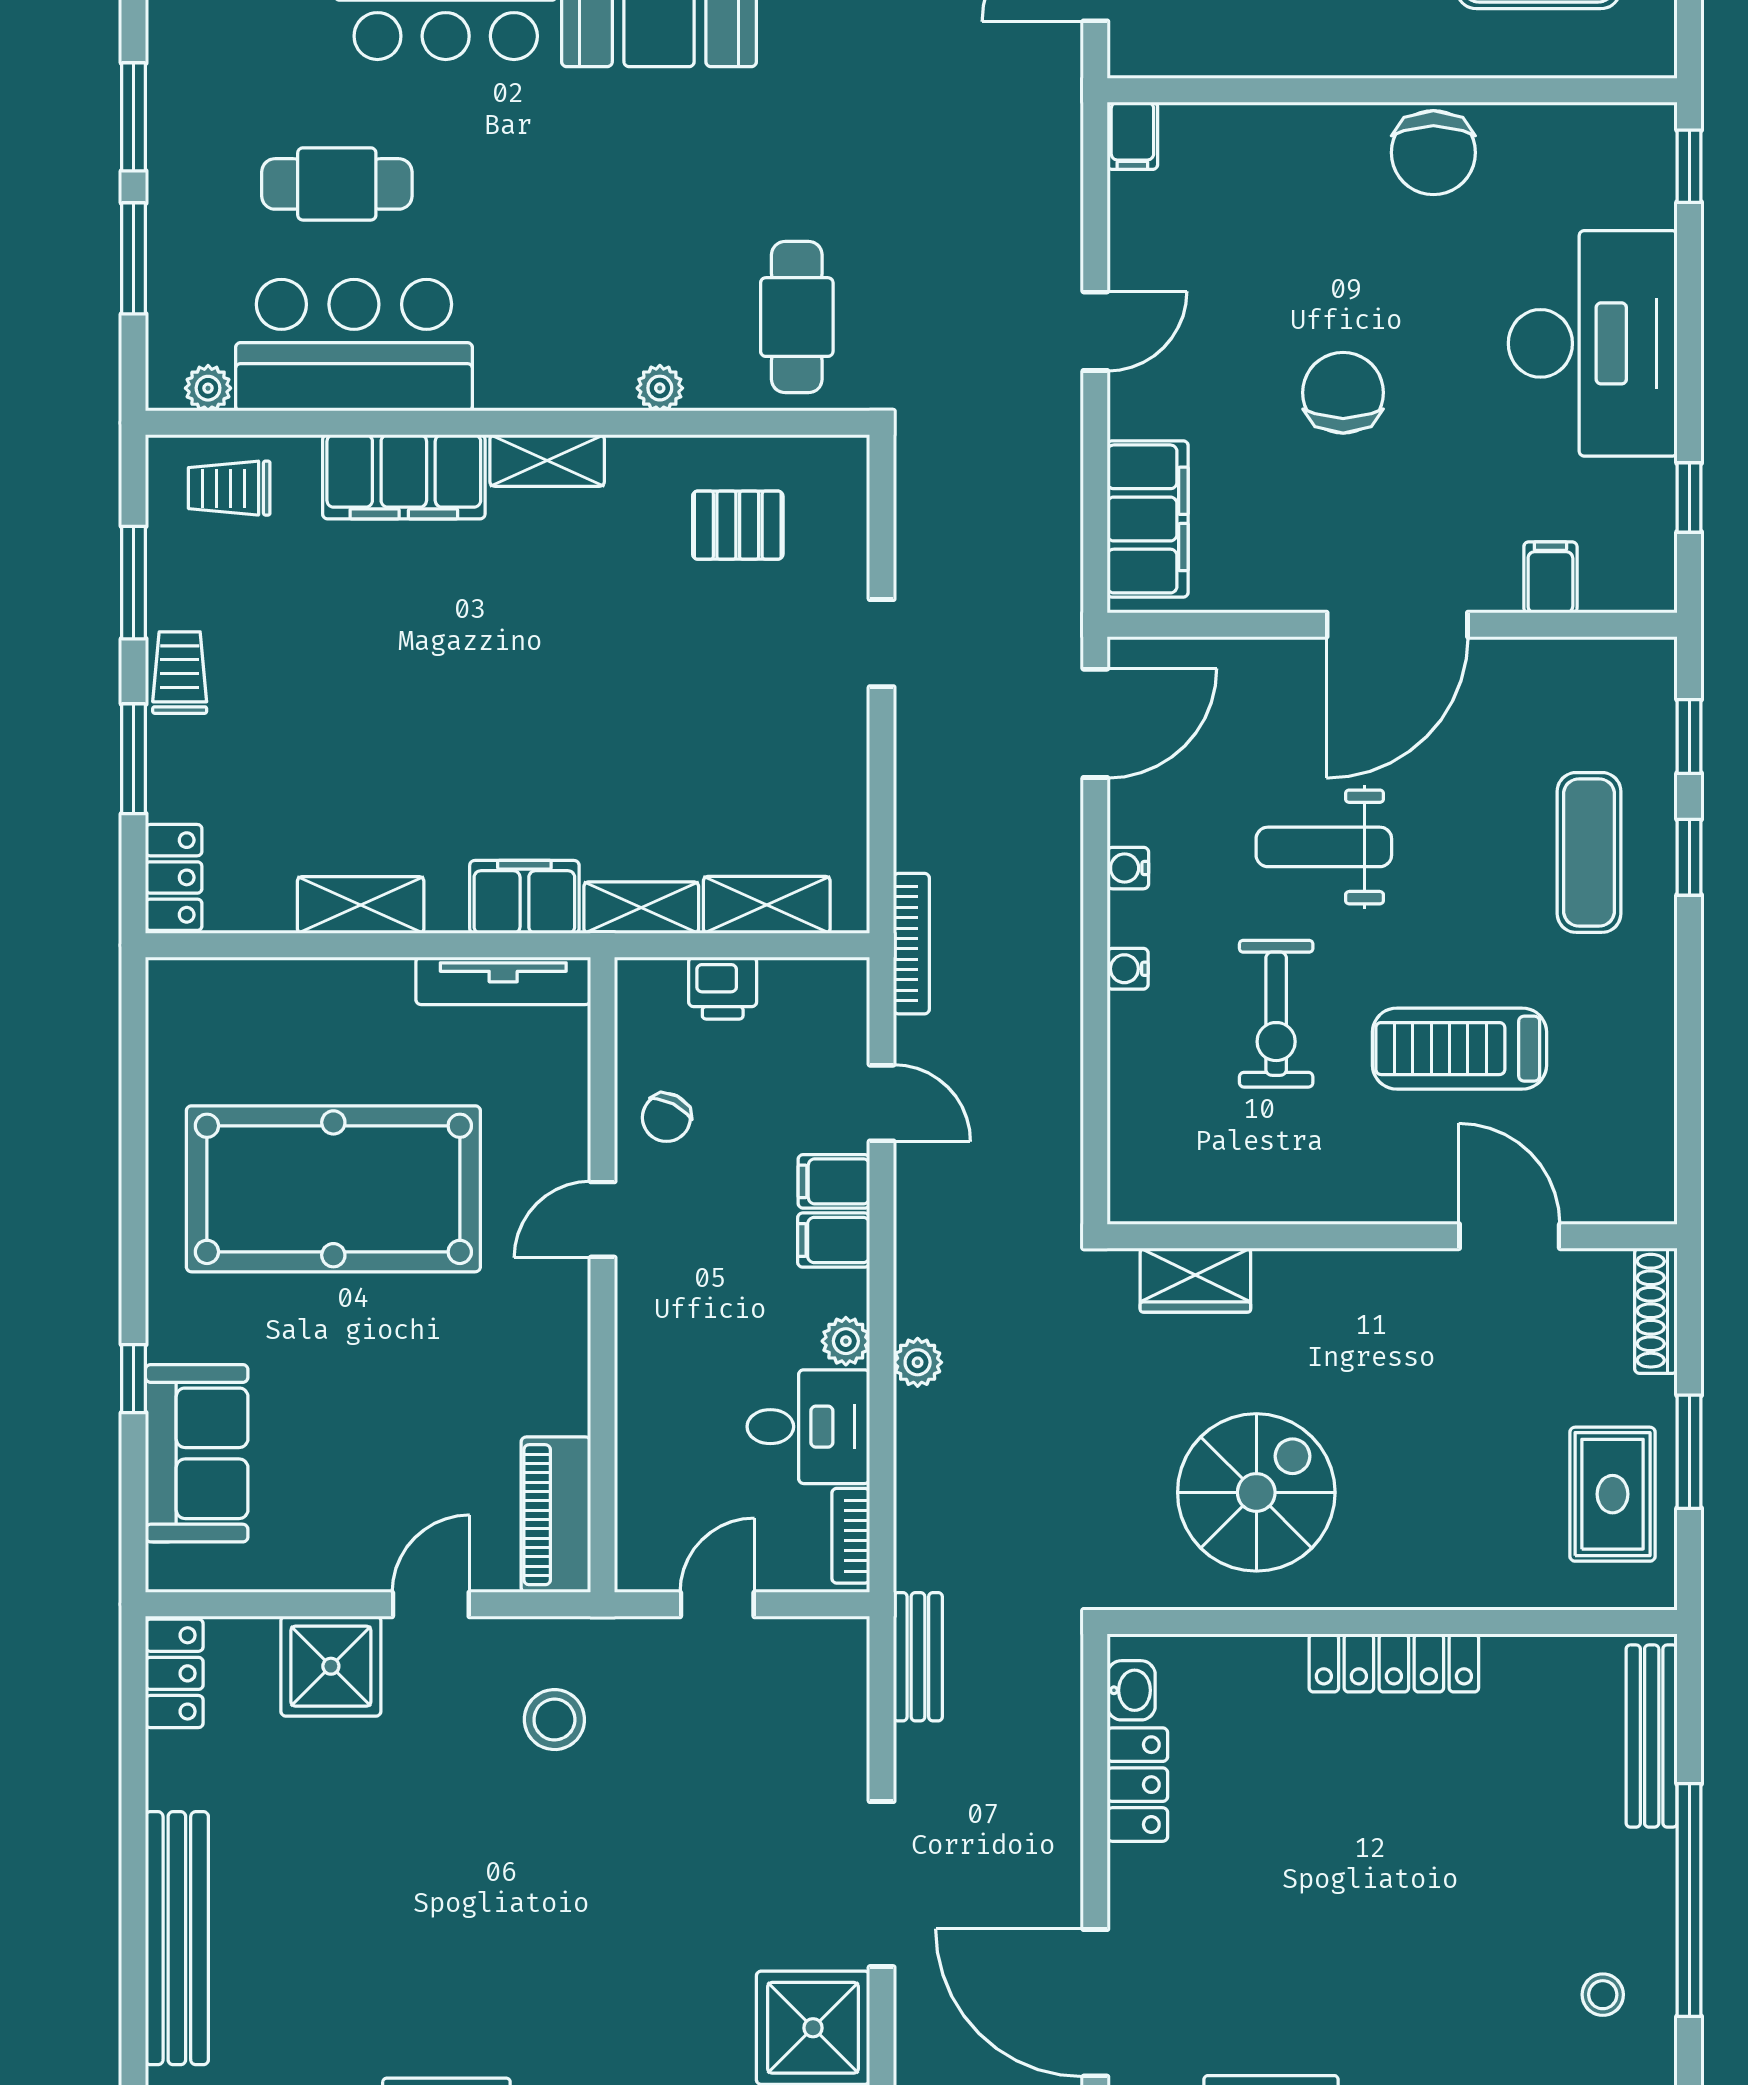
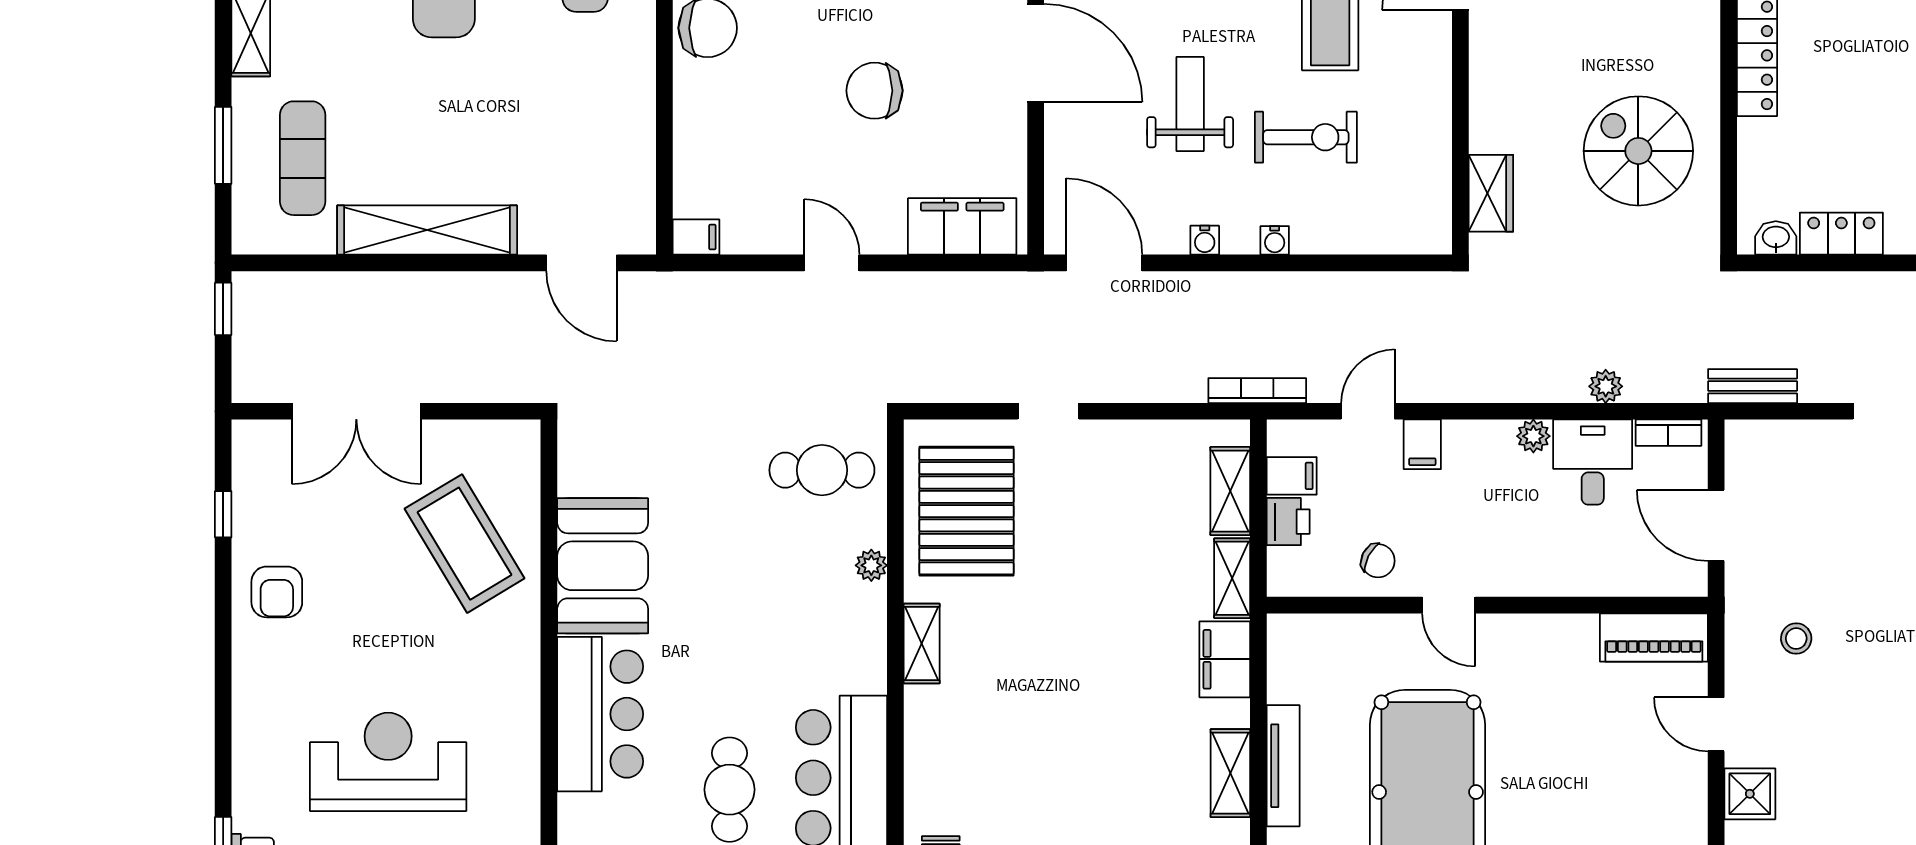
filing cabinet: (404, 477) -> (933, 743), removed
pallet: (738, 525) -> (966, 511), width x2.05, depth x2.00
weight bench: (1324, 847) -> (1190, 104), turned 180
tv unit: (503, 981) -> (1283, 766), moved
filing cabinet: (834, 1240) -> (1292, 476), moved, turned -90
plant: (918, 1362) -> (1606, 386), moved
door: (717, 1604) -> (1716, 525), width x1.38
shower: (331, 1666) -> (1750, 794), width x0.73, depth x0.73
stool: (554, 1720) -> (1796, 639), width x0.73, depth x0.73

